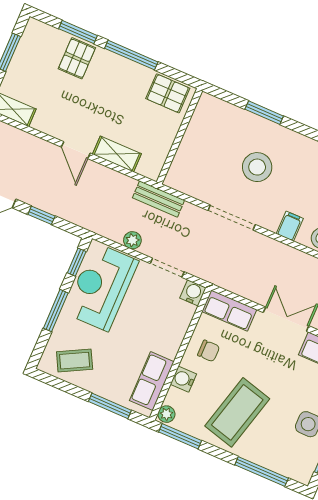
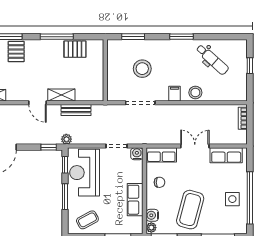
window: (131, 55) -> (57, 37), moved
wall: (179, 136) -> (105, 70), moved
bench: (158, 199) -> (76, 110), moved
window: (41, 215) -> (49, 147), moved
plant: (132, 240) -> (66, 139), moved
water cooler: (183, 379) -> (152, 215), moved
row of seats: (152, 381) -> (135, 200), moved

